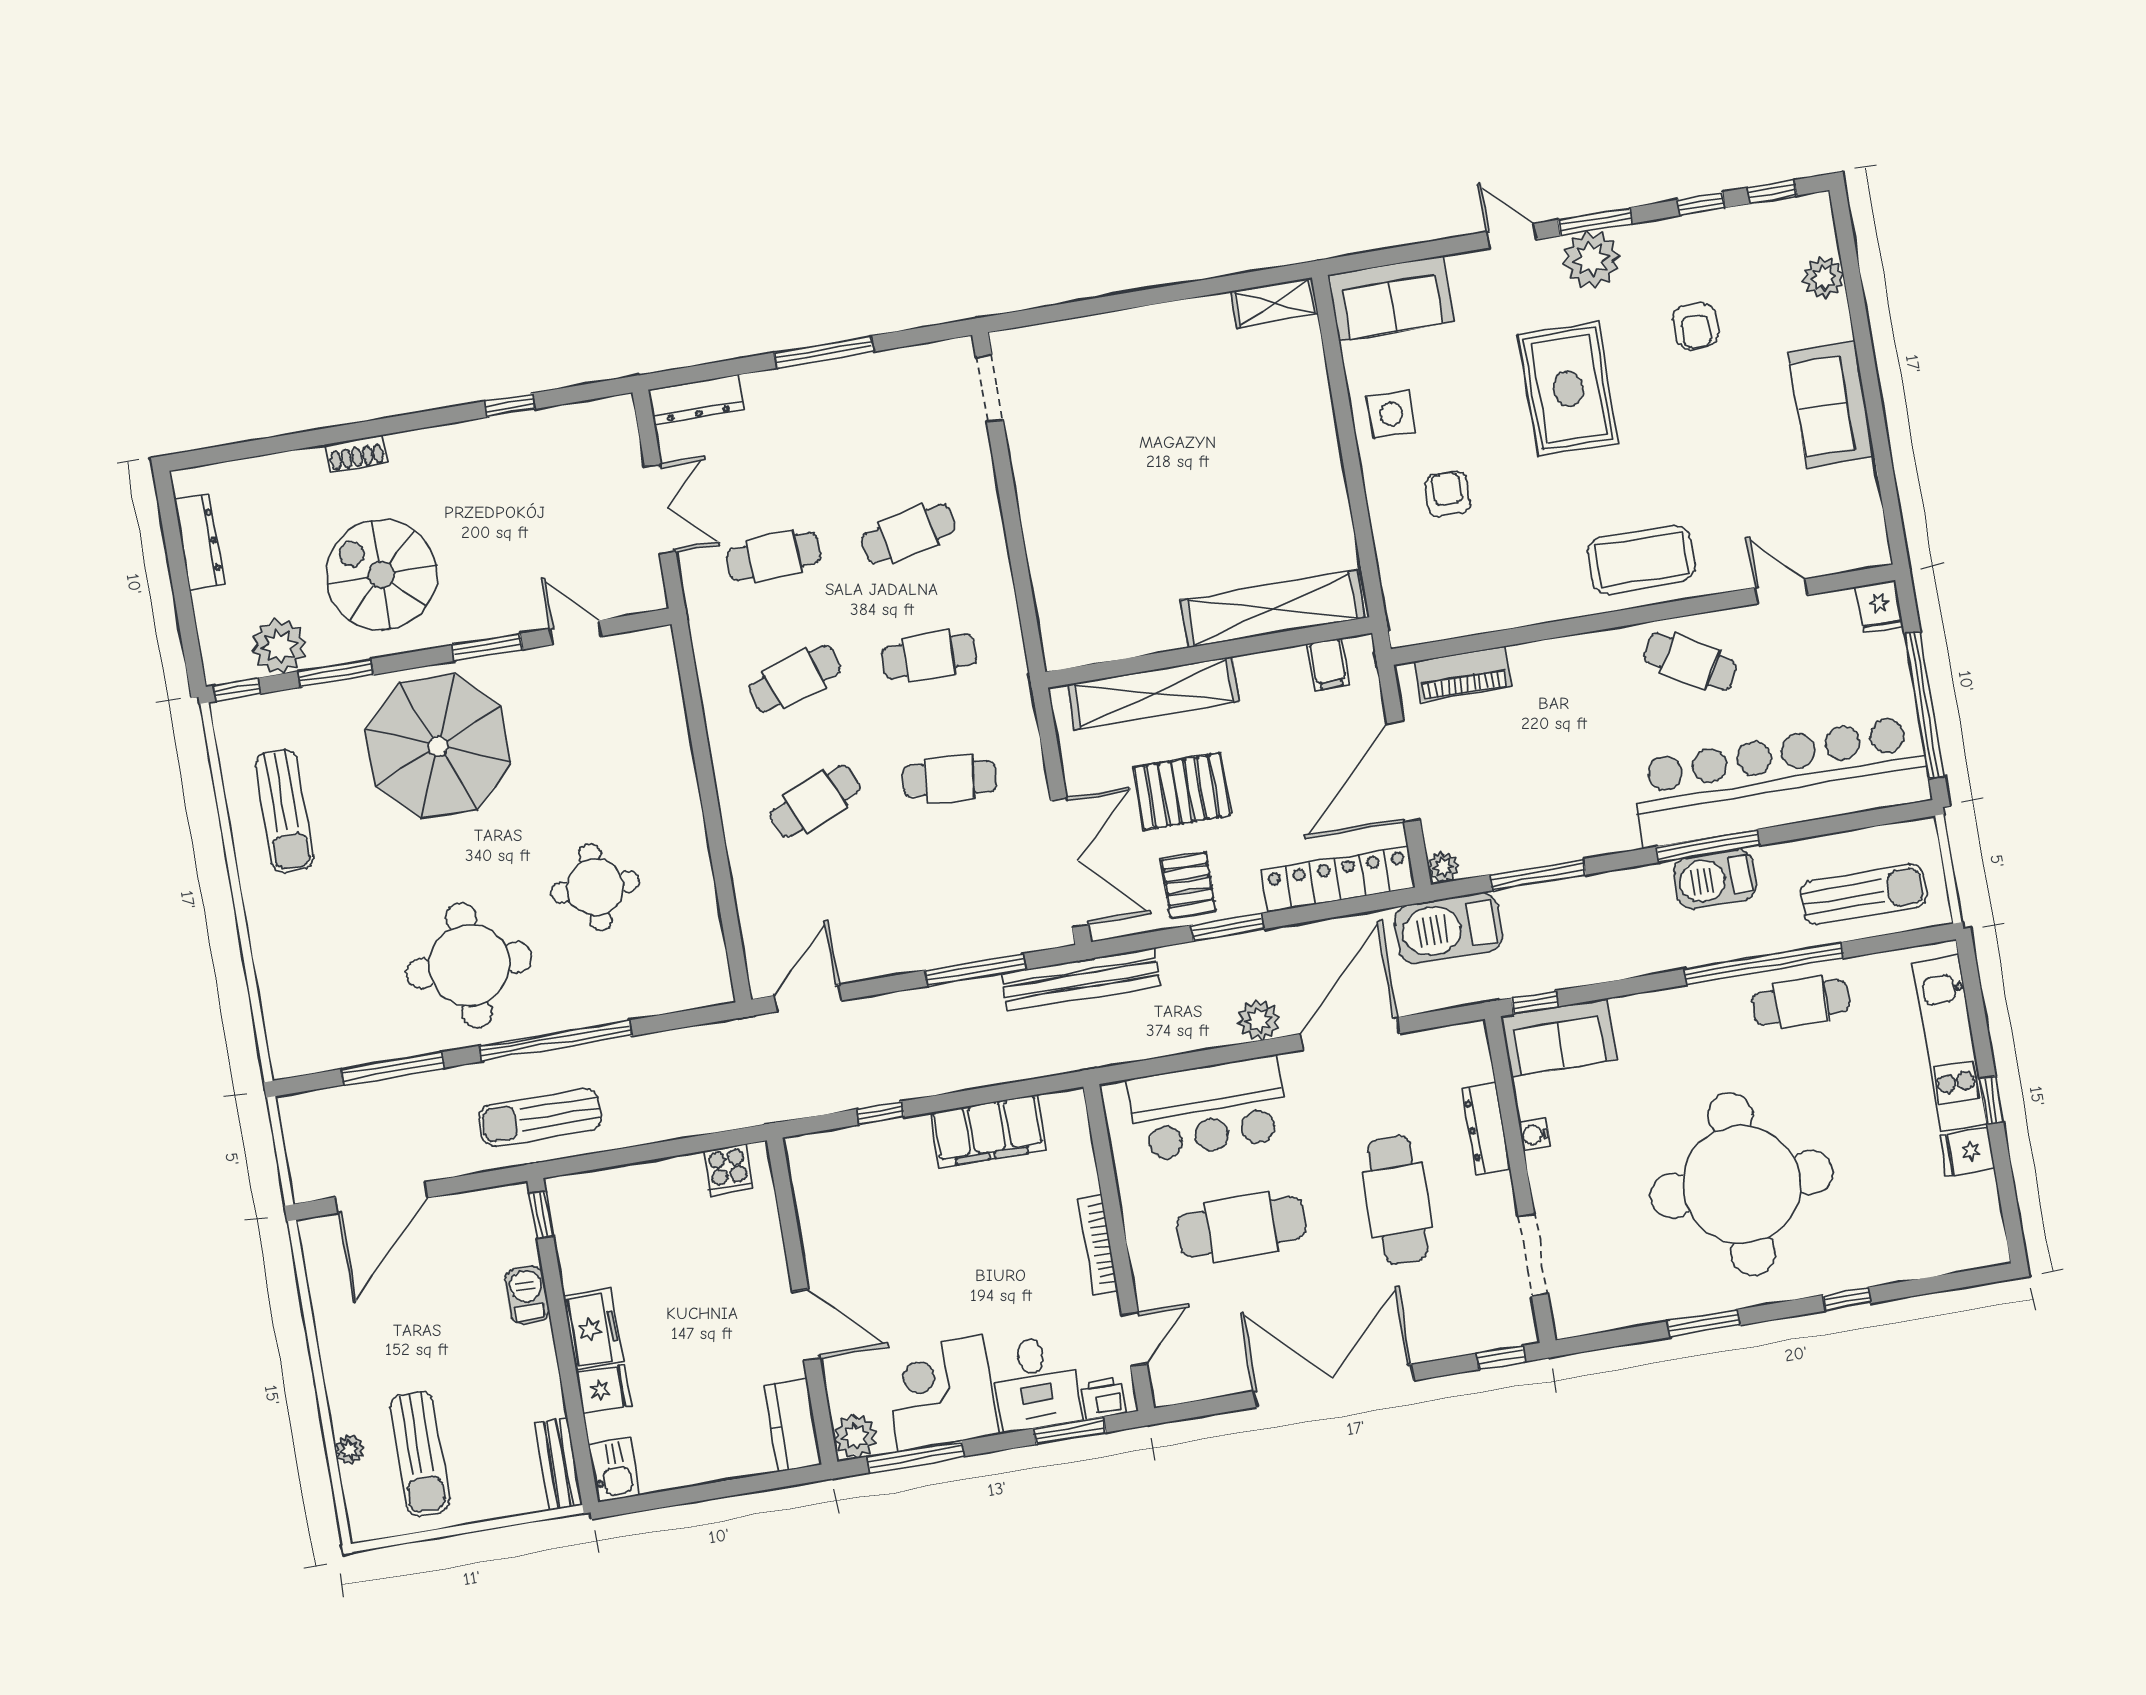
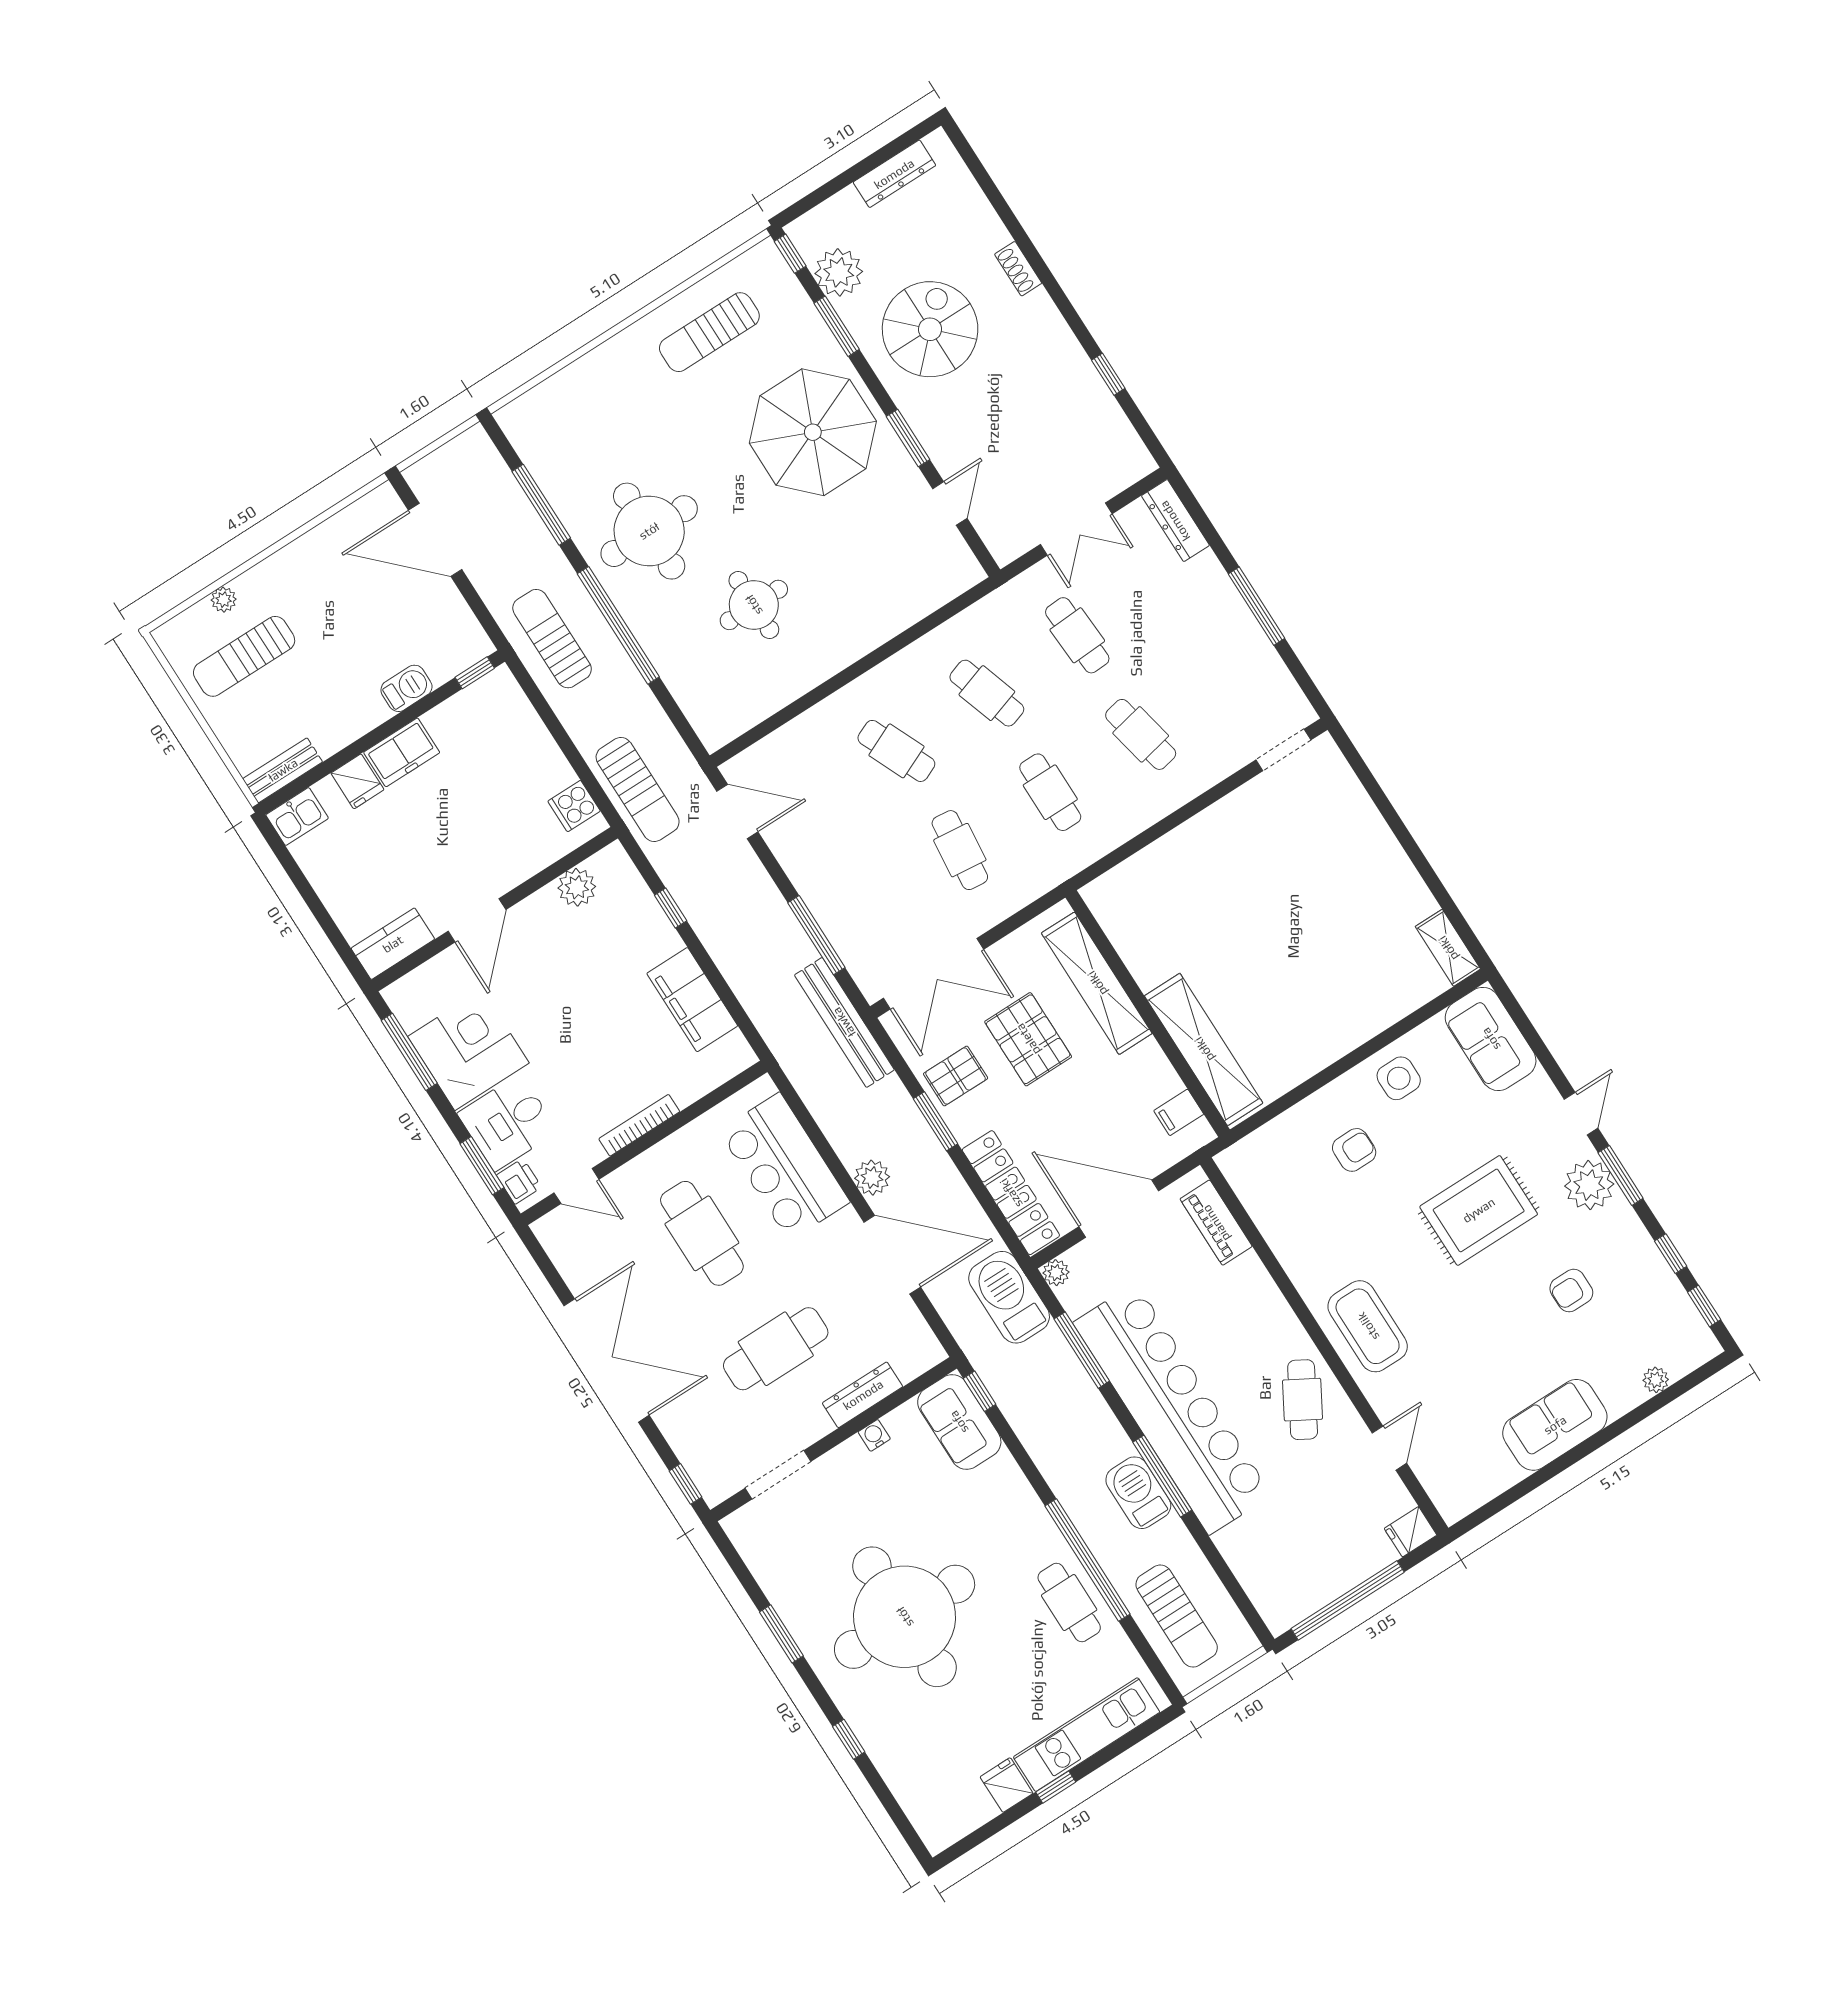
plant: (1823, 278) -> (1656, 1380), width x0.73, depth x0.73
bar counter: (1781, 781) -> (1172, 1409), moved
sun lounger: (739, 1095) -> (638, 789), added
plant: (855, 1436) -> (577, 887), moved

